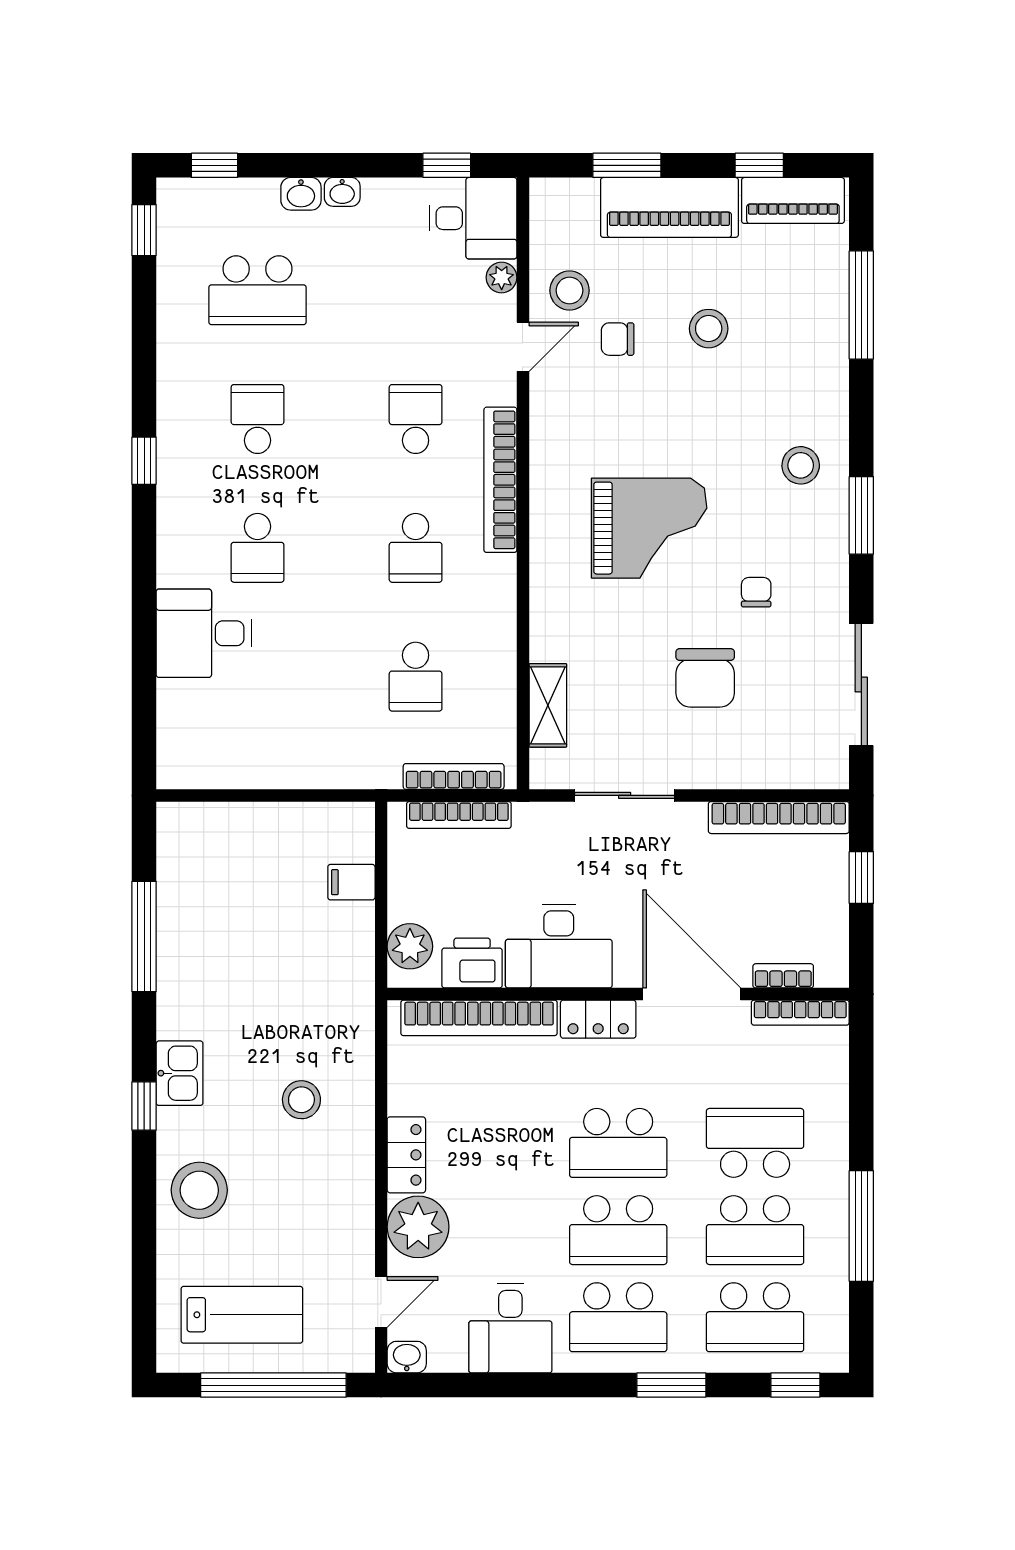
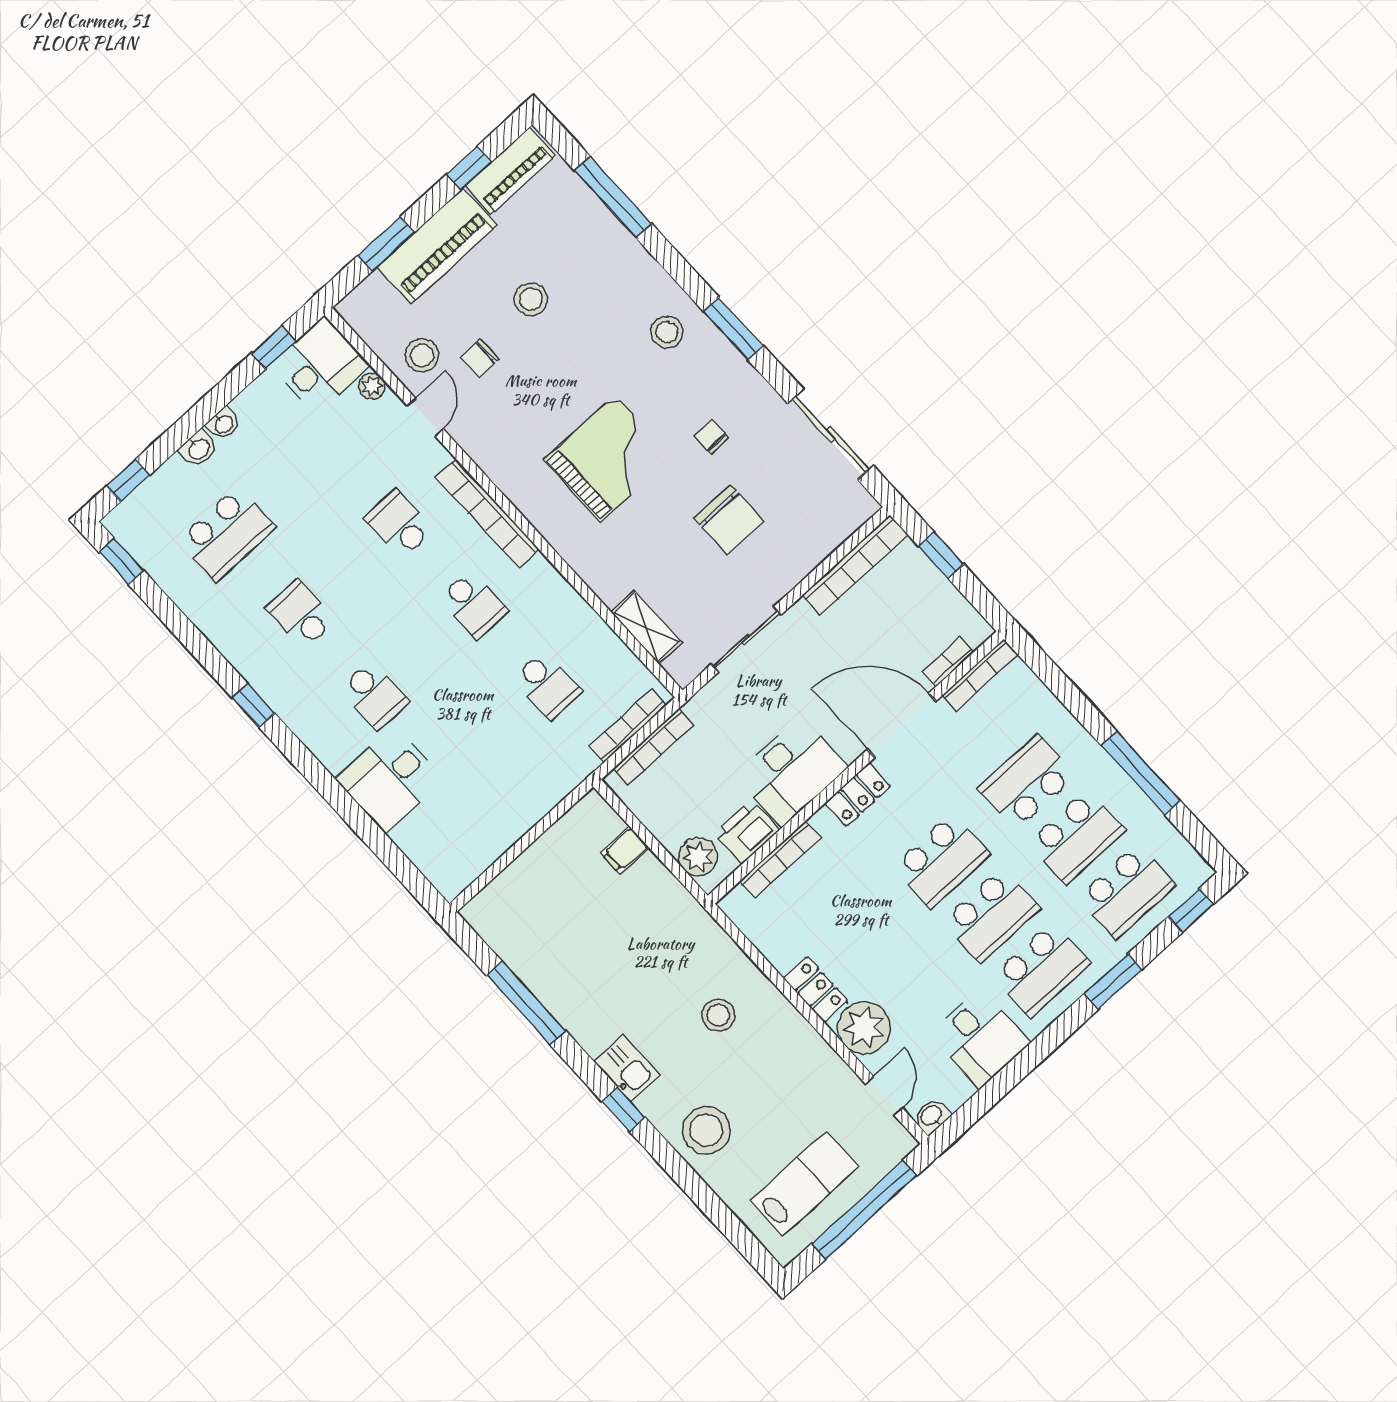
bookcase: (479, 1018) -> (780, 859), width x0.68, depth x0.76

